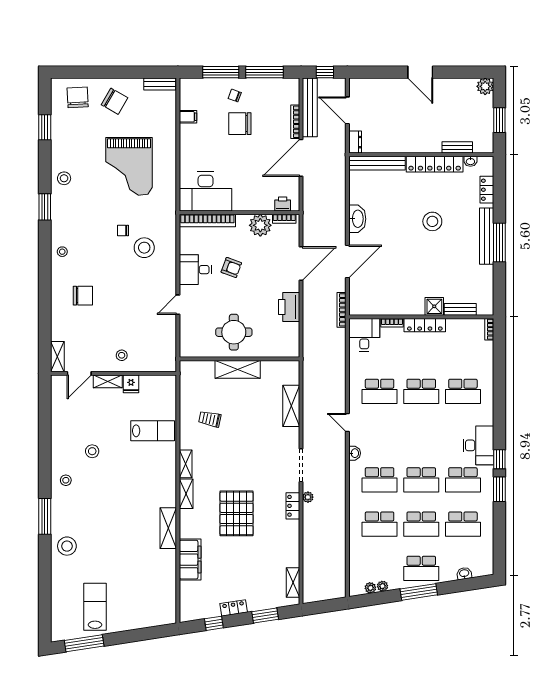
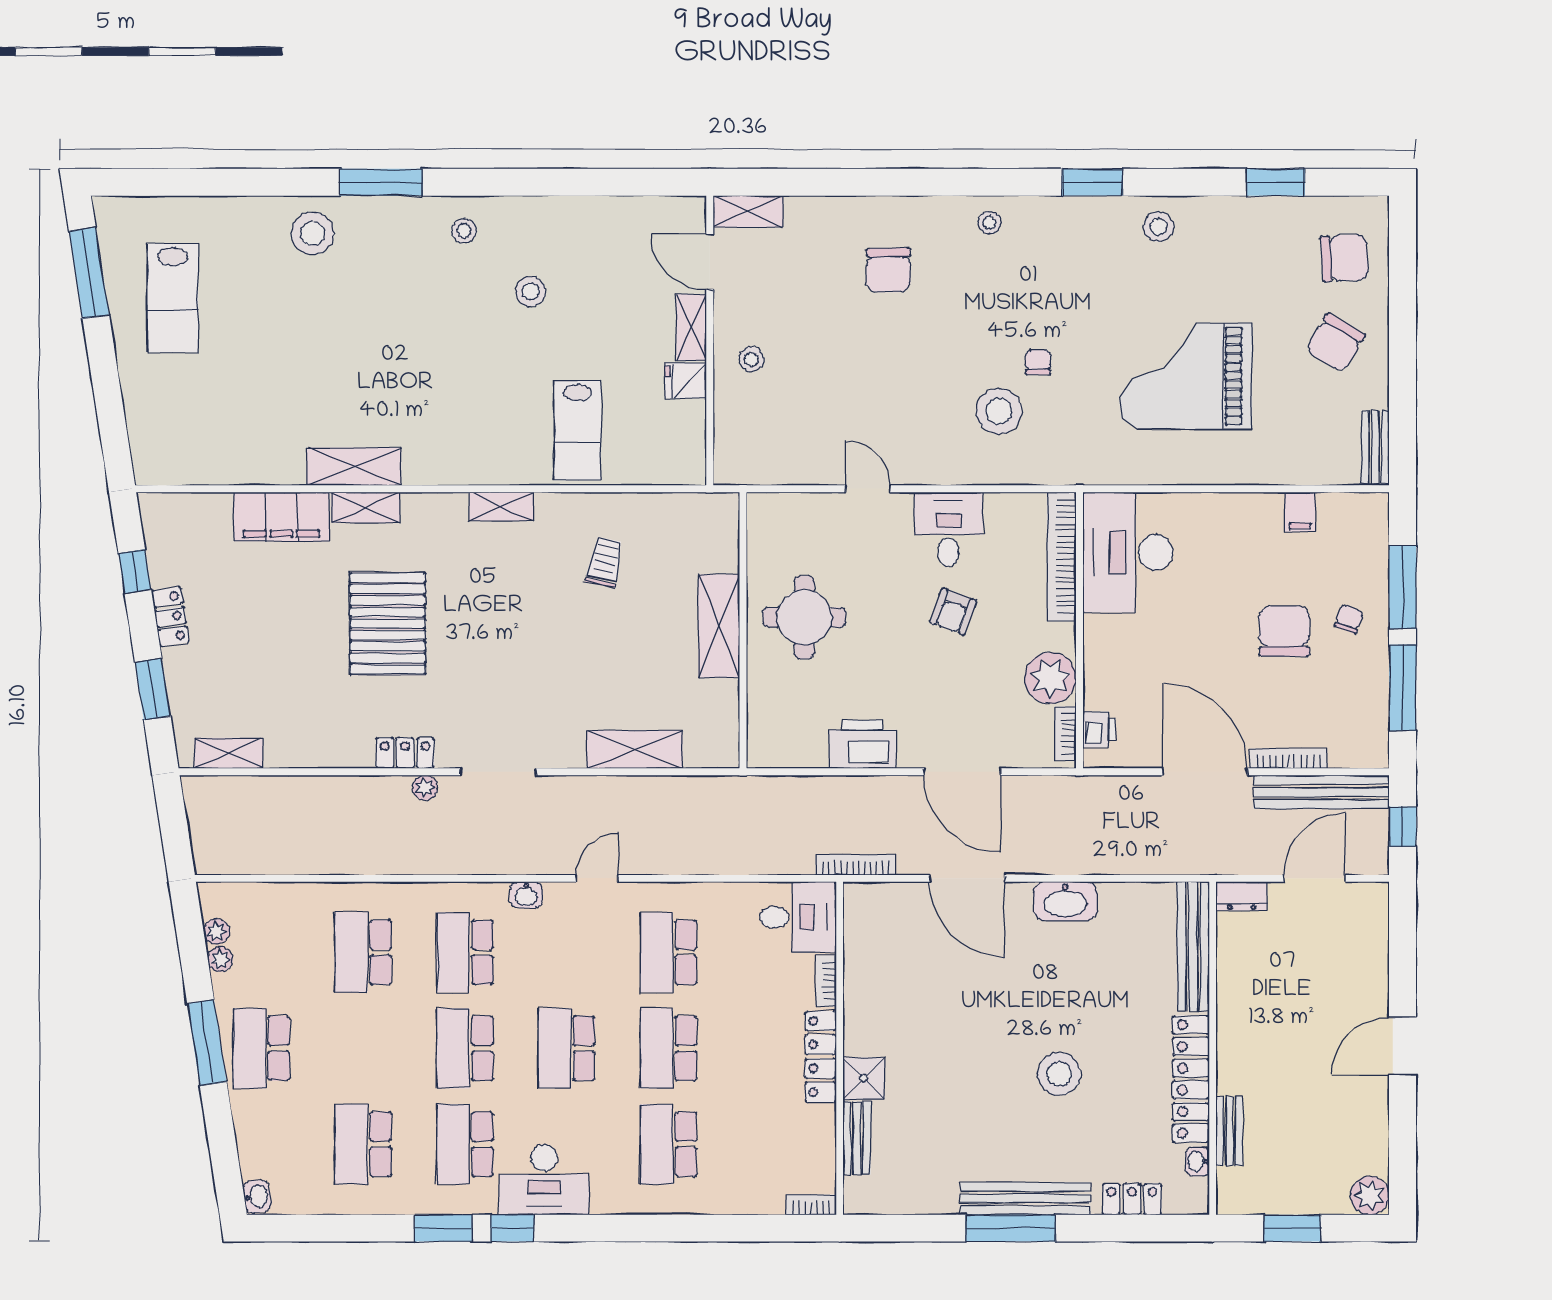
shelving: (186, 494) -> (366, 507), moved
pallet: (237, 513) -> (388, 624), turned 90
school desk: (421, 524) -> (567, 1048), moved
washbasin: (464, 573) -> (257, 1197), moved
lab bench: (95, 607) -> (173, 298), turned 90

